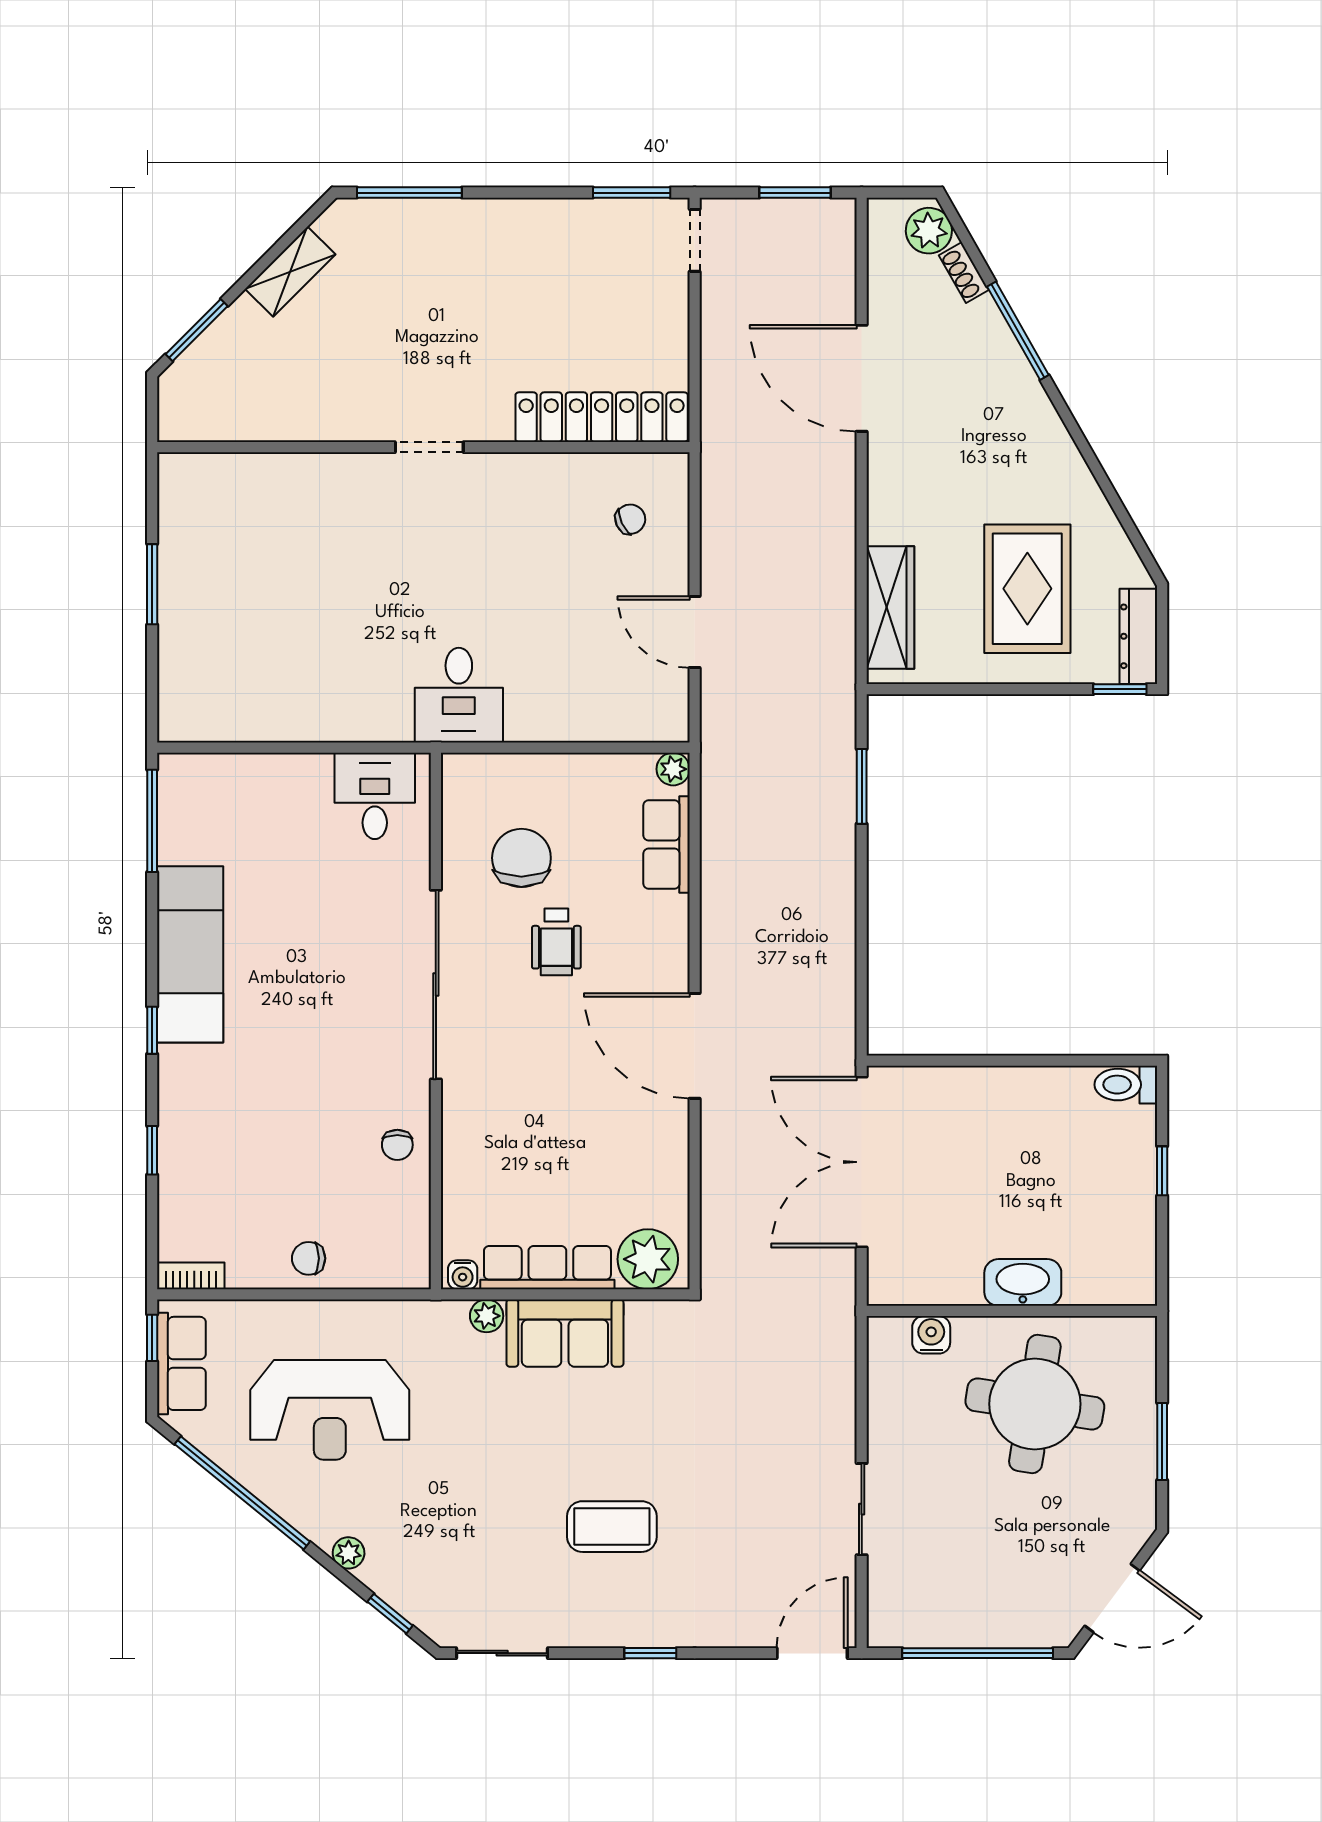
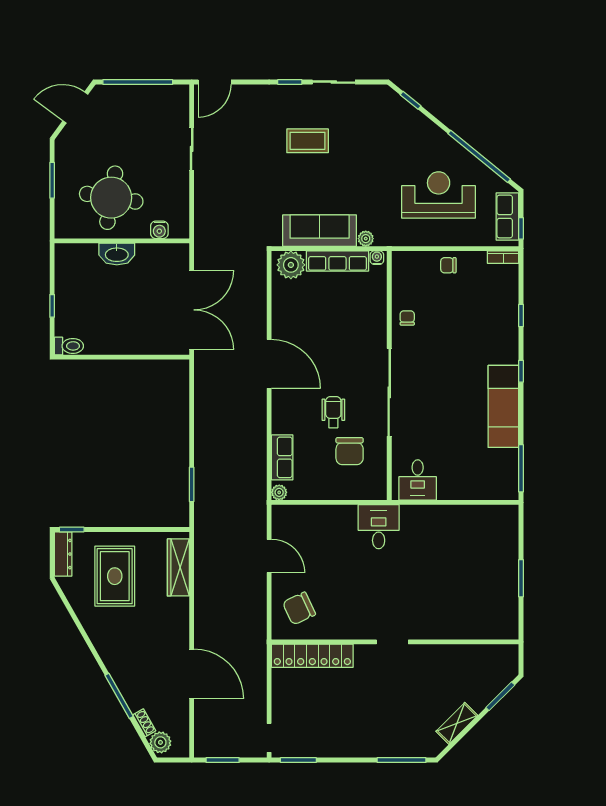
chair: (630, 519) -> (299, 608), width x1.87, depth x1.87
chair: (309, 1258) -> (448, 265), turned 180
sofa: (565, 1333) -> (320, 231), width x1.36
plant: (349, 1553) -> (430, 129), removed
sliding door: (502, 1653) -> (334, 82), moved

